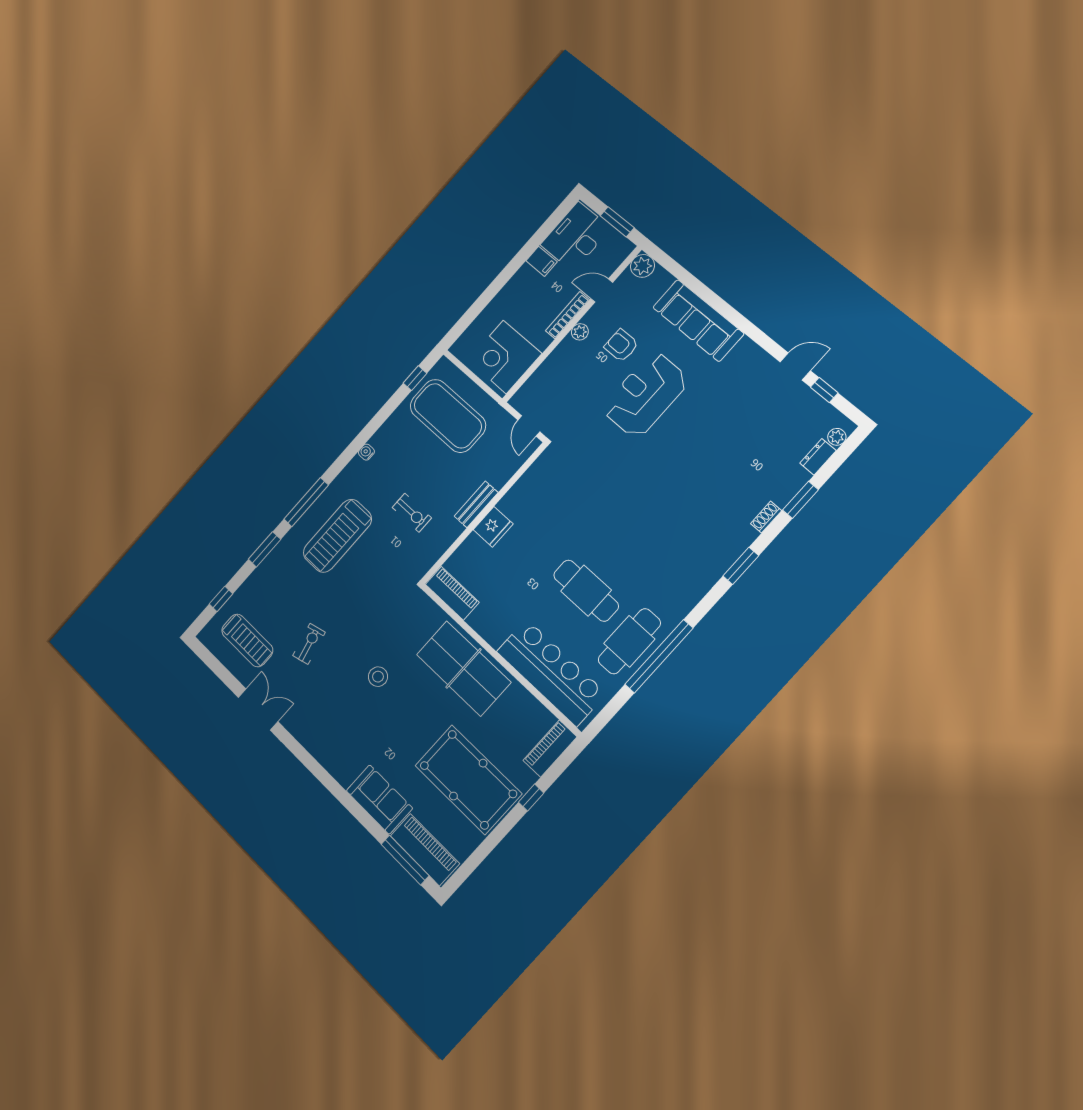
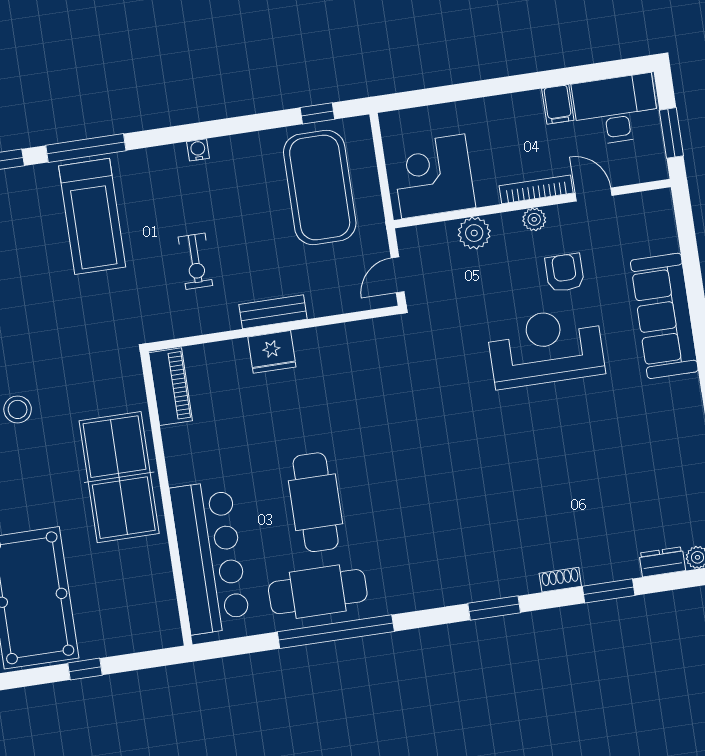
plant: (642, 266) -> (474, 233), moved
treadmill: (337, 536) -> (92, 216), turned -90
piano: (550, 749) -> (145, 635), removed

